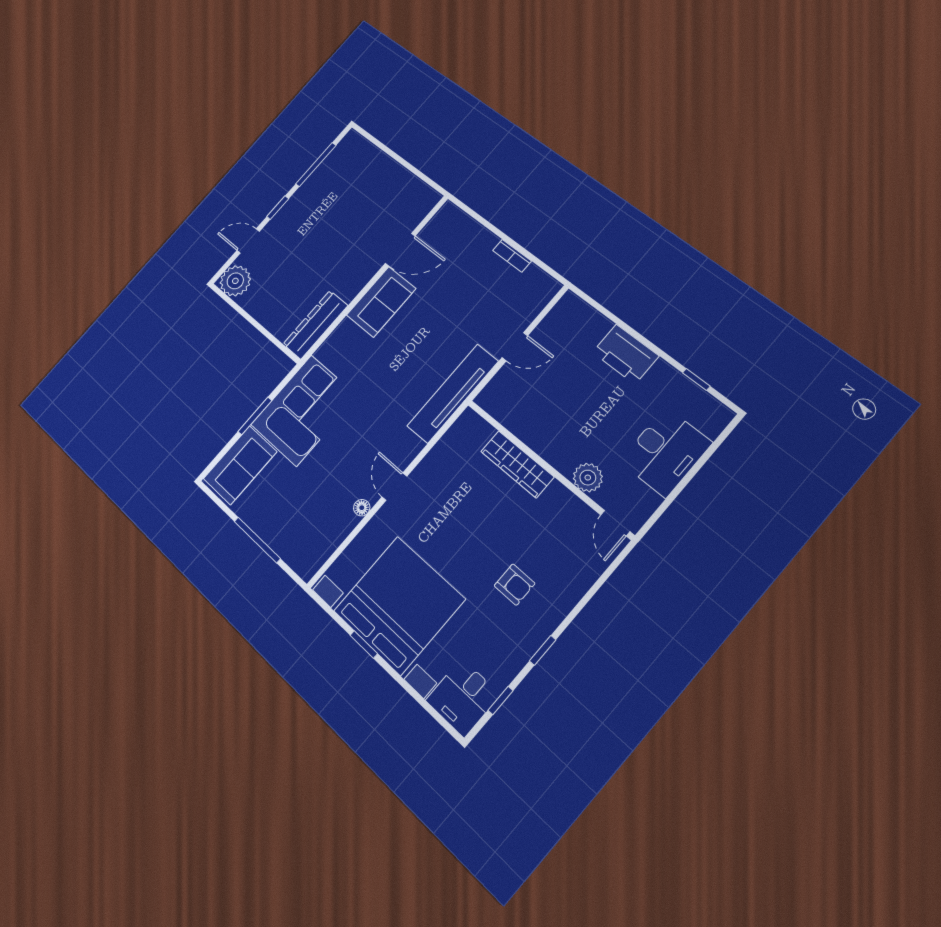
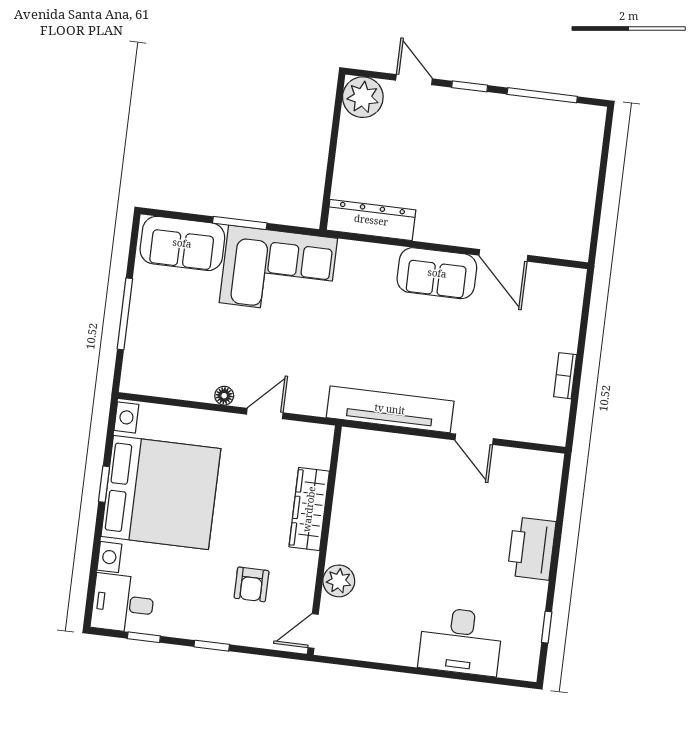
wardrobe: (517, 464) -> (309, 509), moved
wall: (549, 468) -> (324, 540), moved
plant: (588, 478) -> (339, 581), moved
door: (615, 523) -> (313, 631), moved

